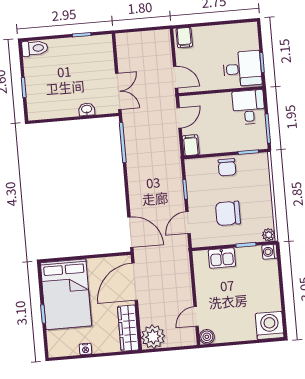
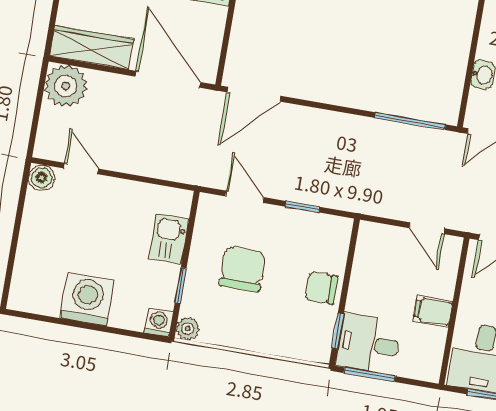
desk: (249, 107) -> (368, 344), moved, turned 180
filing cabinet: (191, 145) -> (433, 311), moved, turned 180
washing machine: (270, 325) -> (87, 299), moved, turned -90

